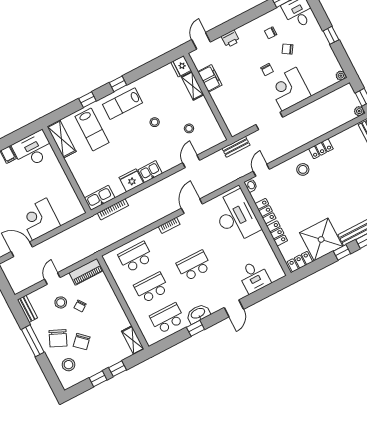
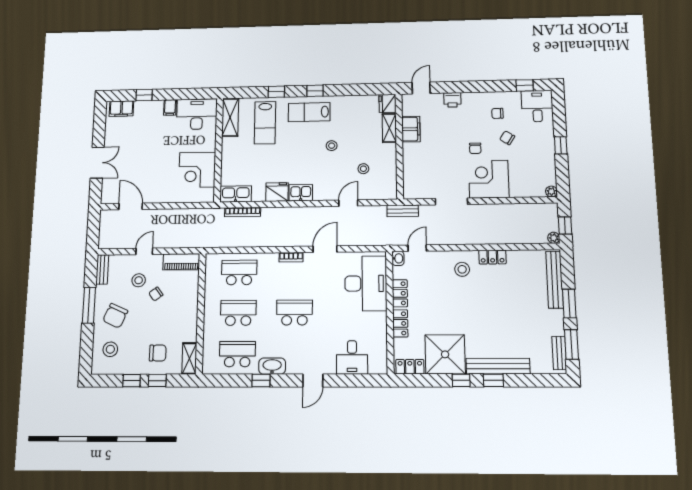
corner desk: (39, 219) -> (197, 170), moved, turned -90
chair: (82, 342) -> (158, 353), moved, turned -133

